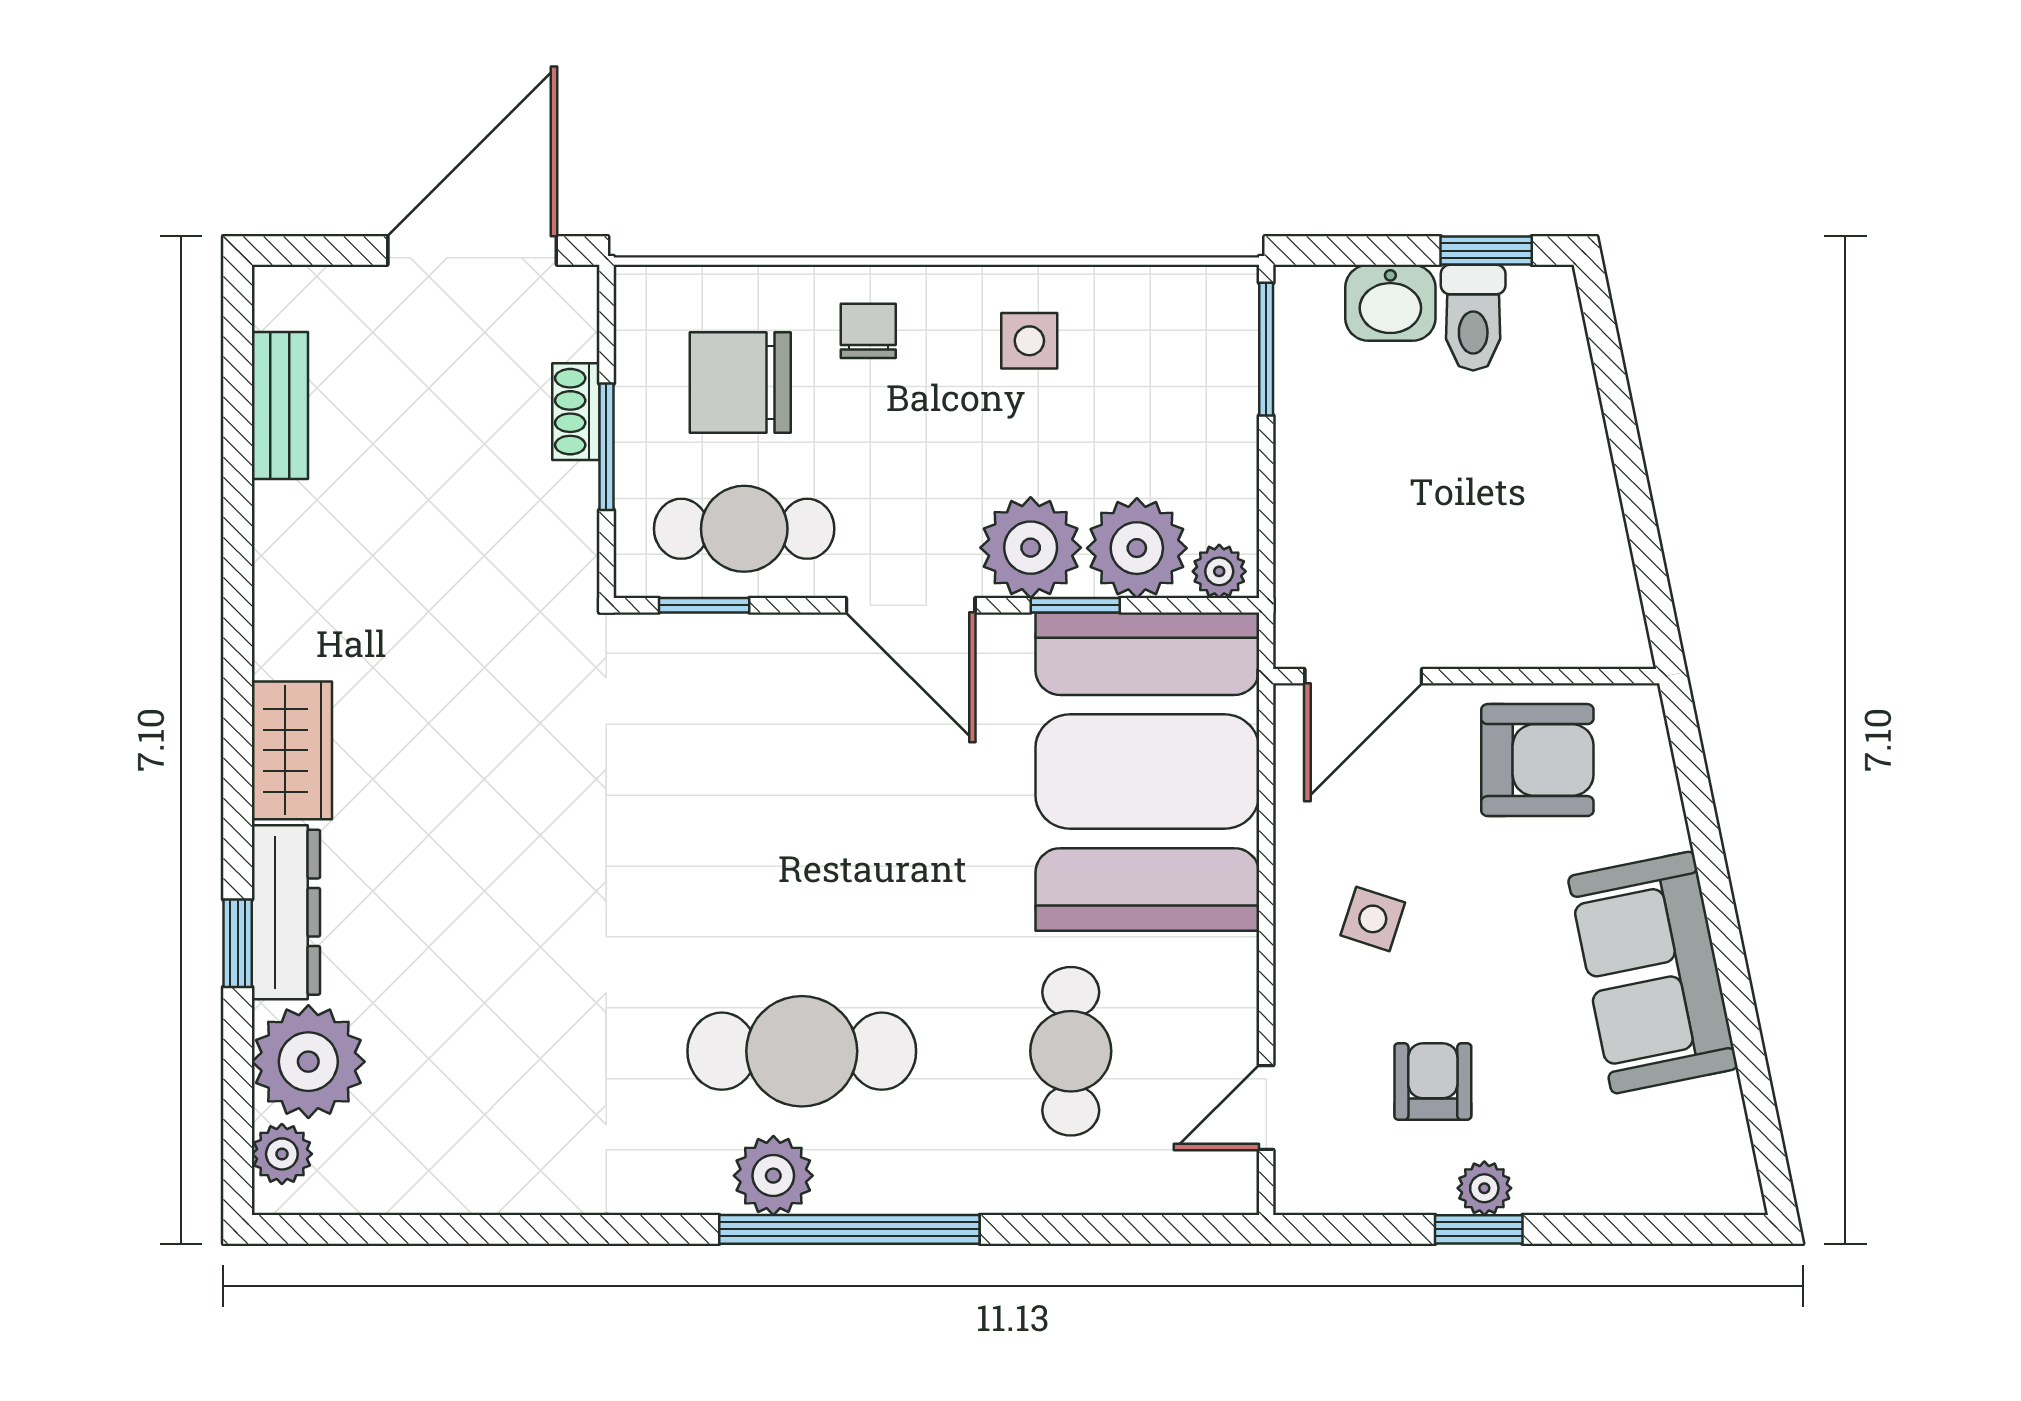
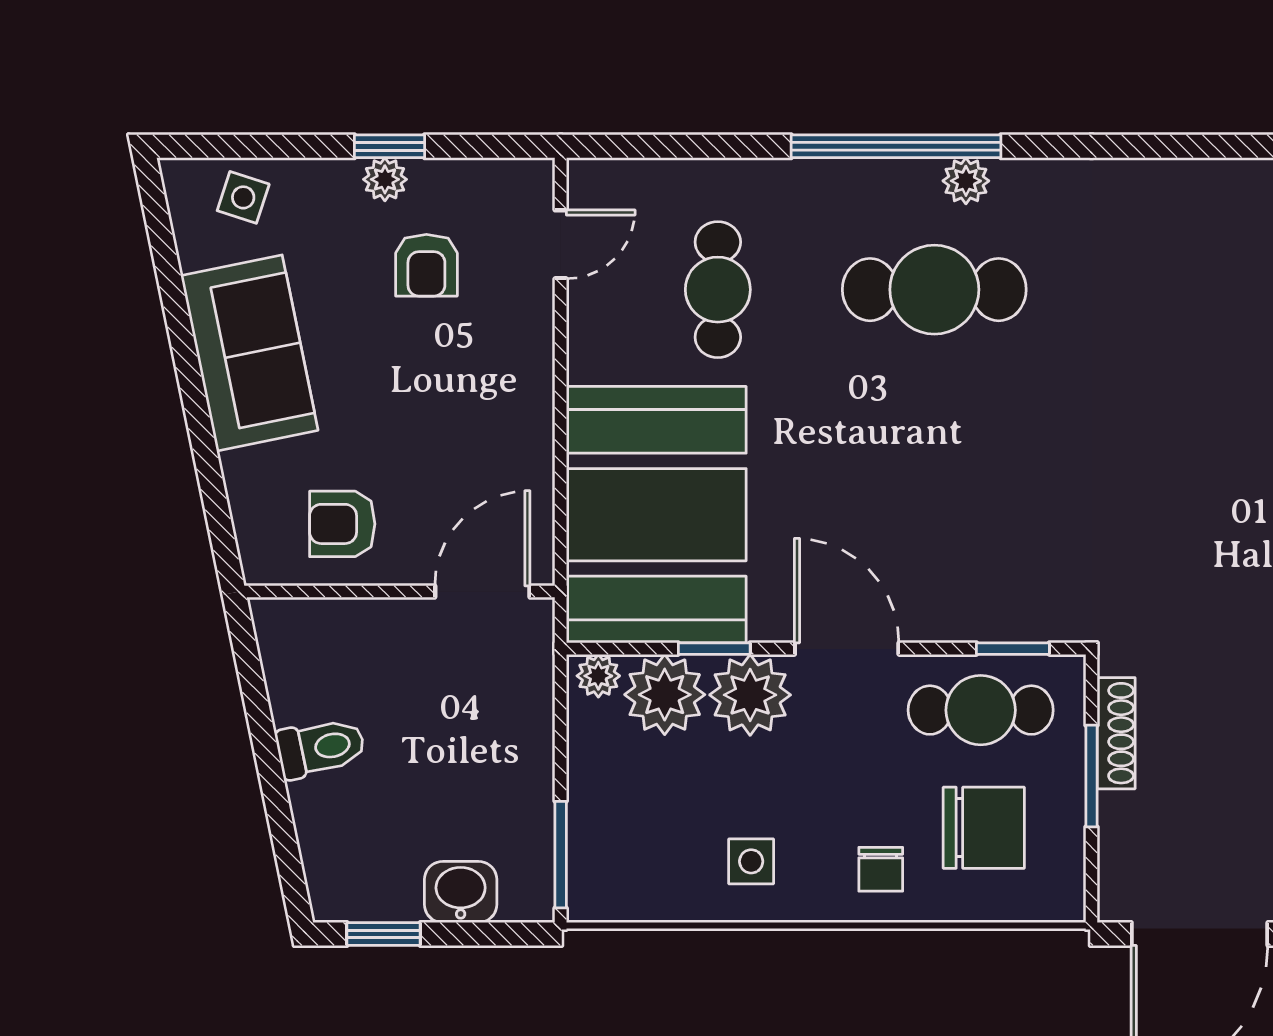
toilet: (1473, 318) -> (321, 748), moved, turned 78
shoe rack: (576, 412) -> (1116, 733), moved, width x1.43
armchair: (1537, 760) -> (342, 524), width x0.72, depth x0.72
side table: (1373, 919) -> (243, 197), moved
plant: (773, 1176) -> (966, 181), width x0.73, depth x0.73

